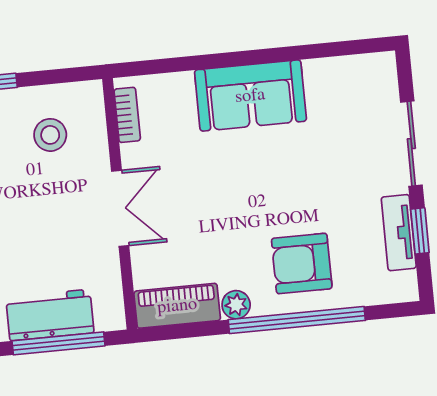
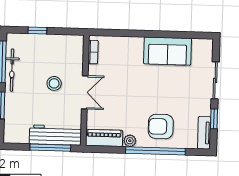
sofa: (250, 96) -> (167, 51), moved
stool: (50, 135) -> (54, 83), moved
tv unit: (399, 233) -> (204, 133), moved
workbench: (50, 315) -> (55, 135), width x1.38

